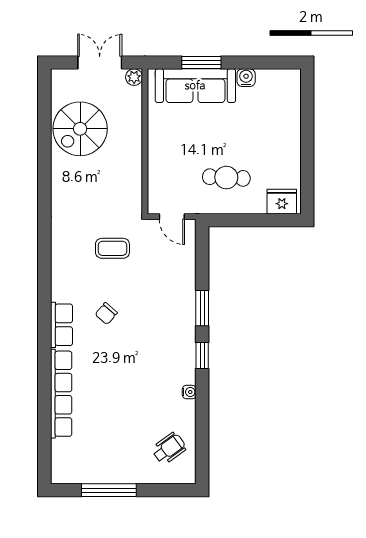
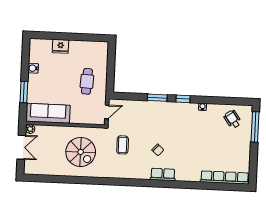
double door: (100, 63) -> (21, 147), swing flipped
sofa: (195, 86) -> (48, 113), moved, turned -90
spiral stairs: (80, 129) -> (81, 152), moved
fridge: (282, 202) -> (61, 46), moved, turned -90
row of seats: (61, 394) -> (225, 177), moved
window: (109, 490) -> (255, 127), moved

